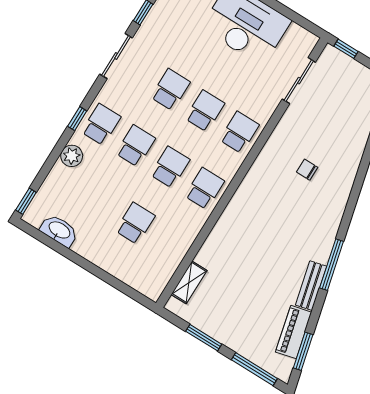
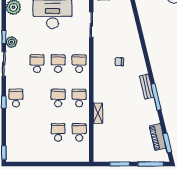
school desk: (136, 146) -> (79, 132), moved
plant: (72, 156) -> (12, 42), moved
washbasin: (59, 230) -> (26, 156), removed
shelving: (189, 282) -> (98, 113), moved
bench: (311, 286) -> (147, 87), moved

